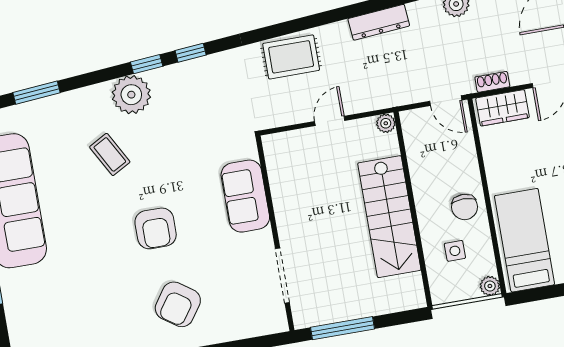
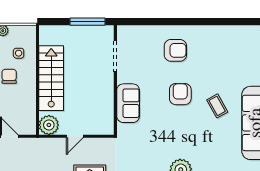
plant: (386, 123) -> (49, 125), width x1.88, depth x1.88
coffee table: (110, 154) -> (217, 106), moved
armchair: (178, 304) -> (175, 50), turned 55

